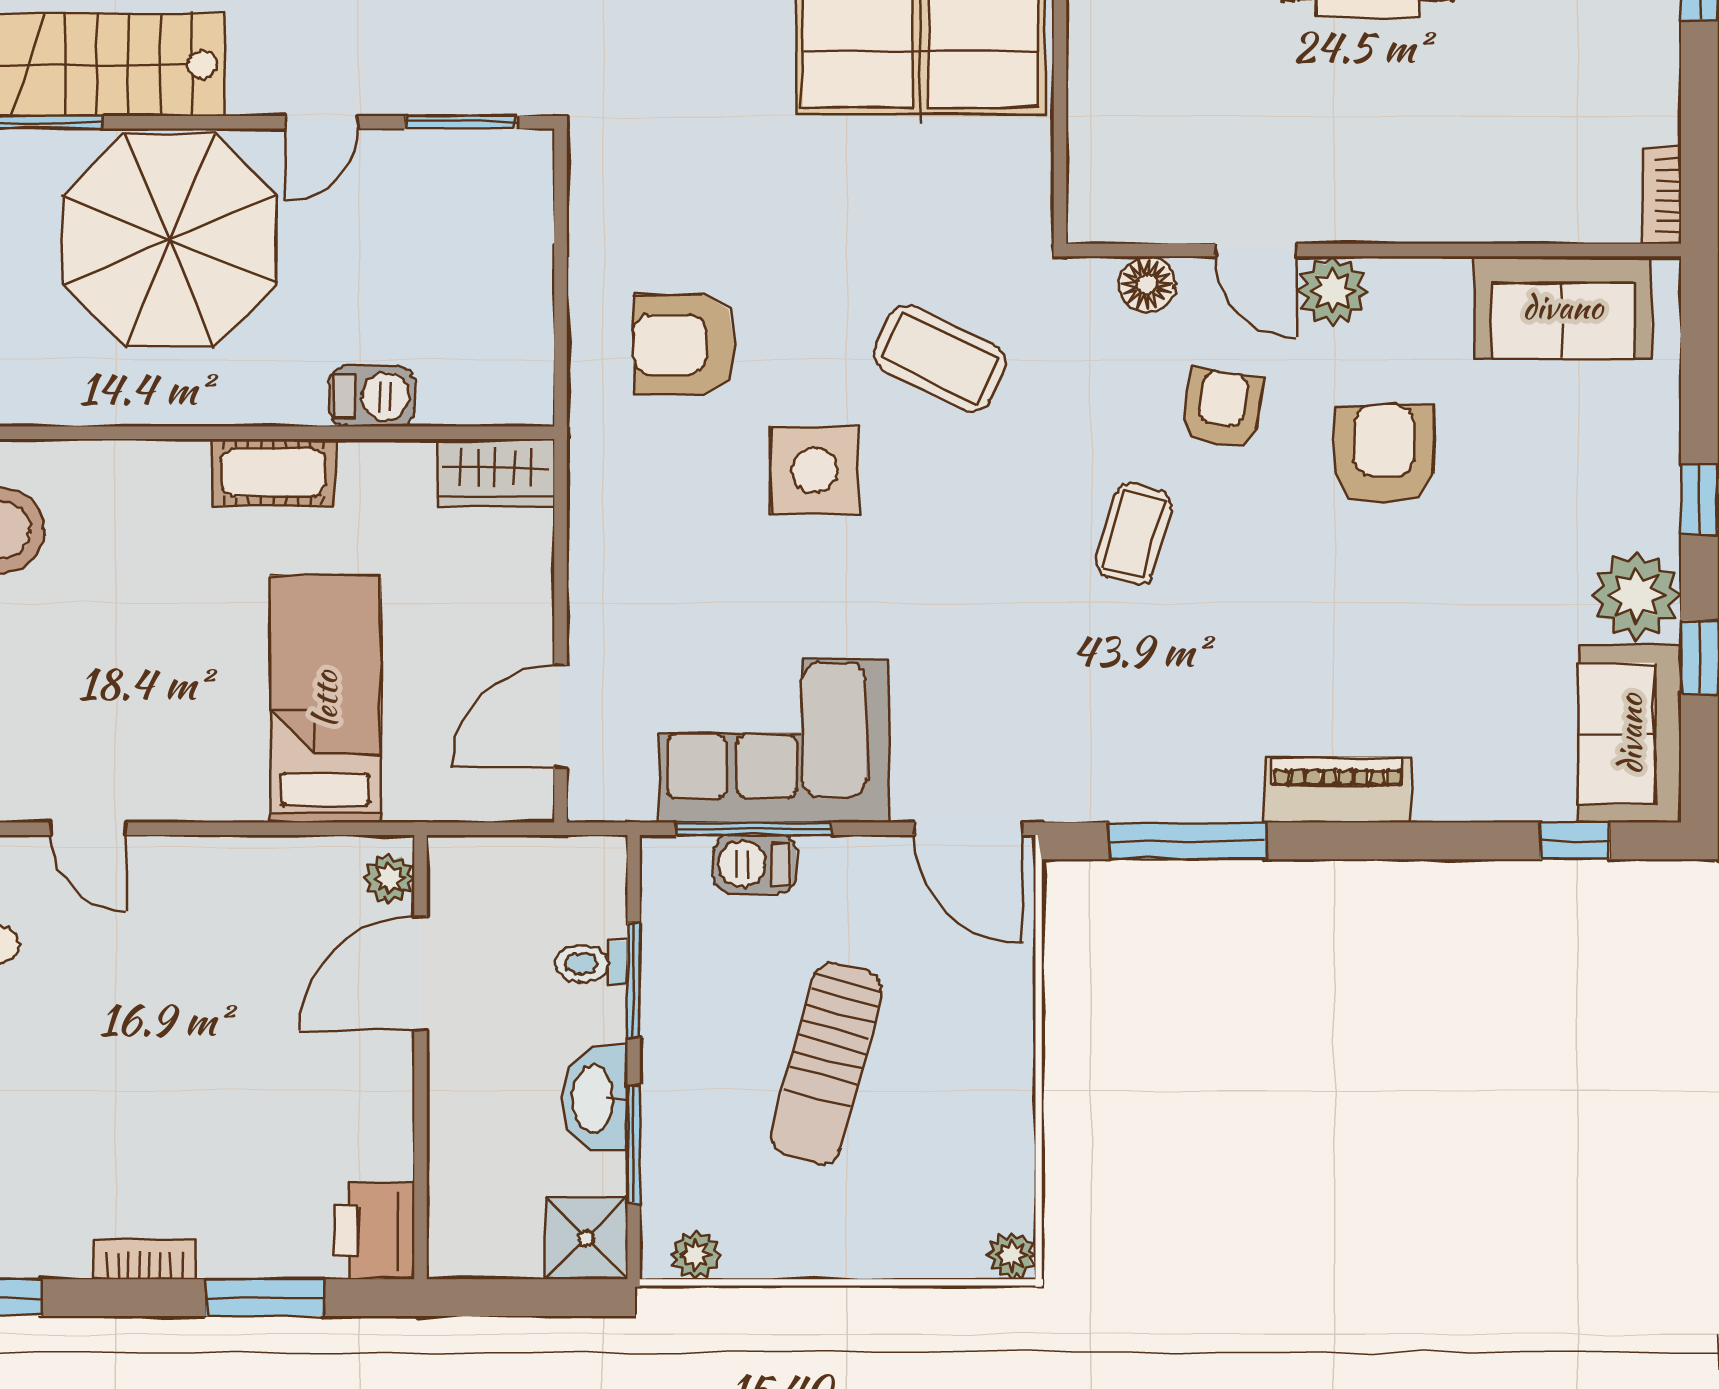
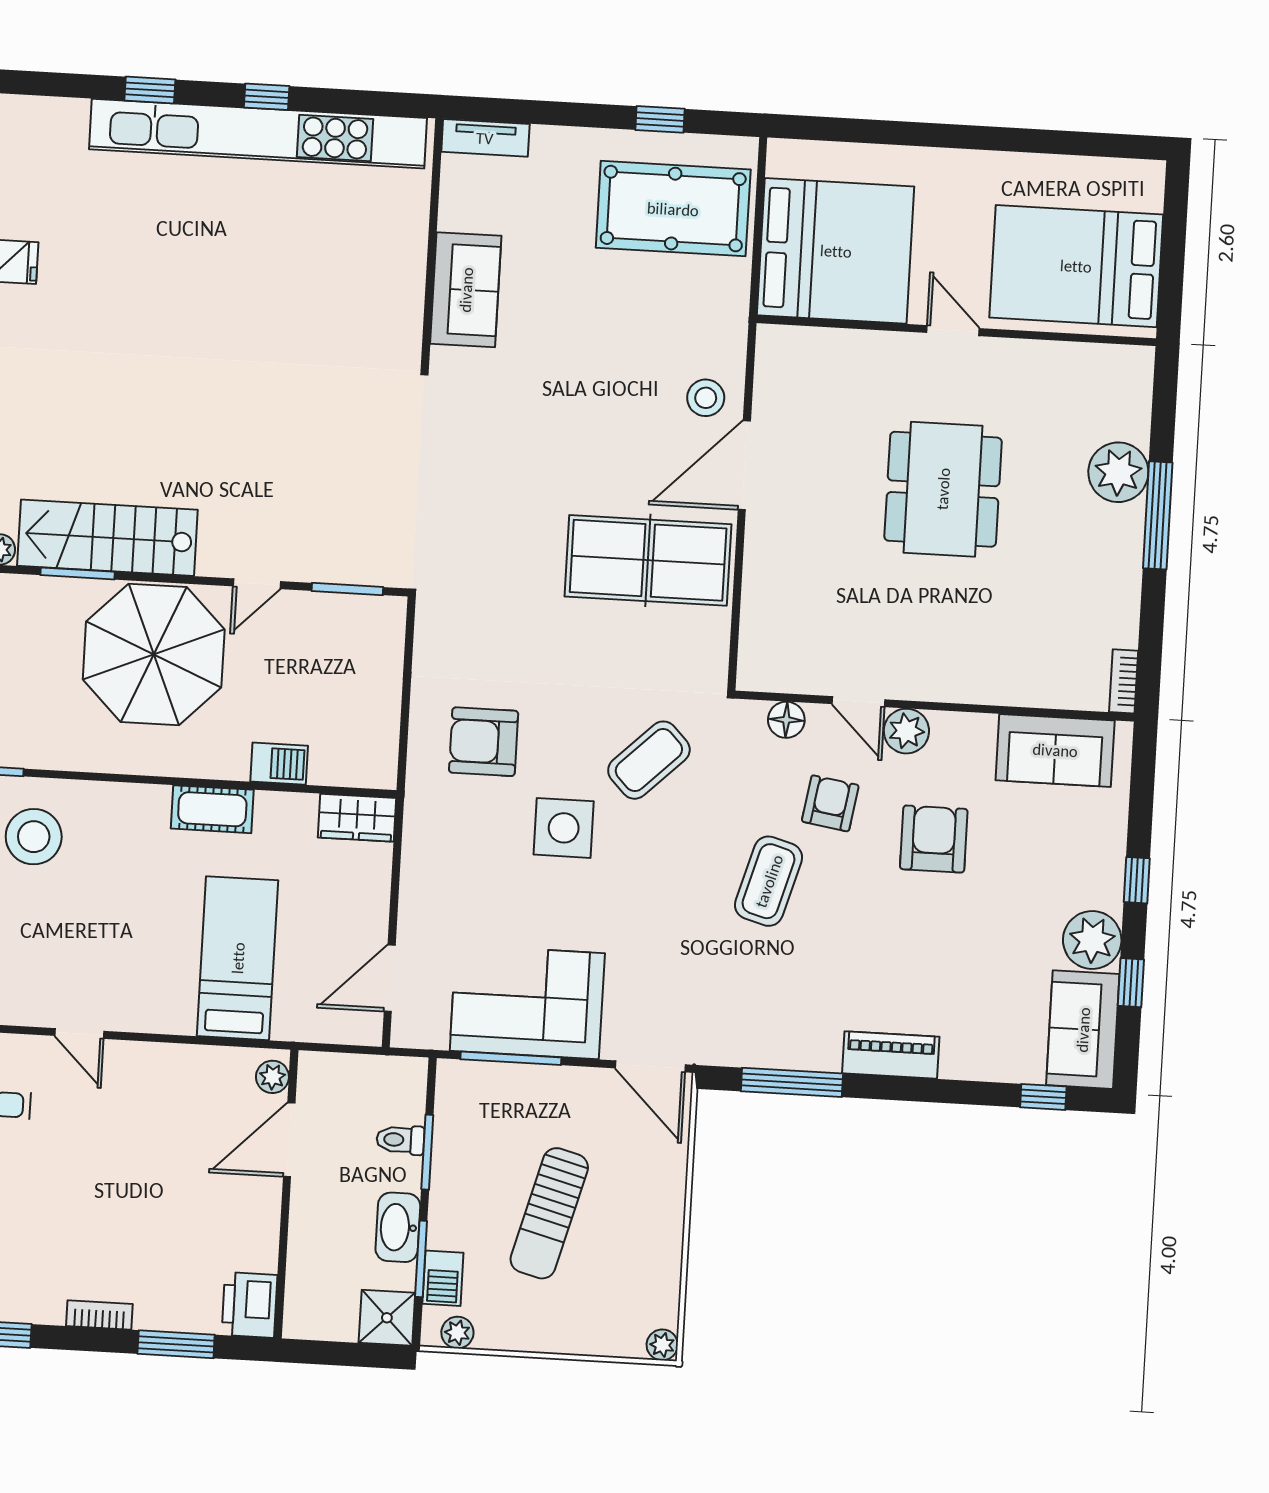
coffee table: (940, 358) -> (649, 760), turned -70
coffee table: (1134, 534) -> (769, 881), width x1.36, depth x1.30
barbecue: (755, 864) -> (443, 1278), moved, turned -90

